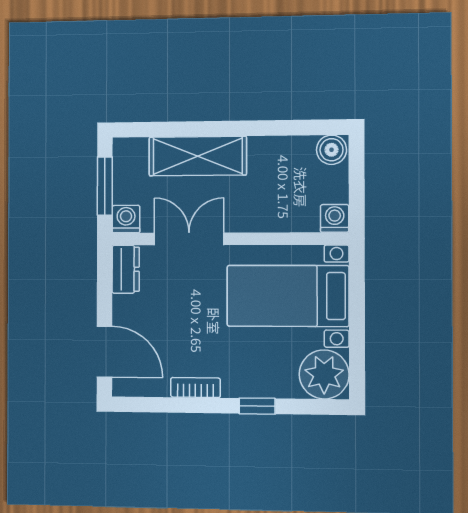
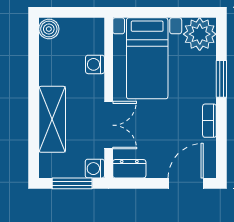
washing machine: (335, 218) -> (95, 64), moved
double door: (189, 239) -> (109, 125), swing flipped
window: (257, 406) -> (221, 79), width x1.50

